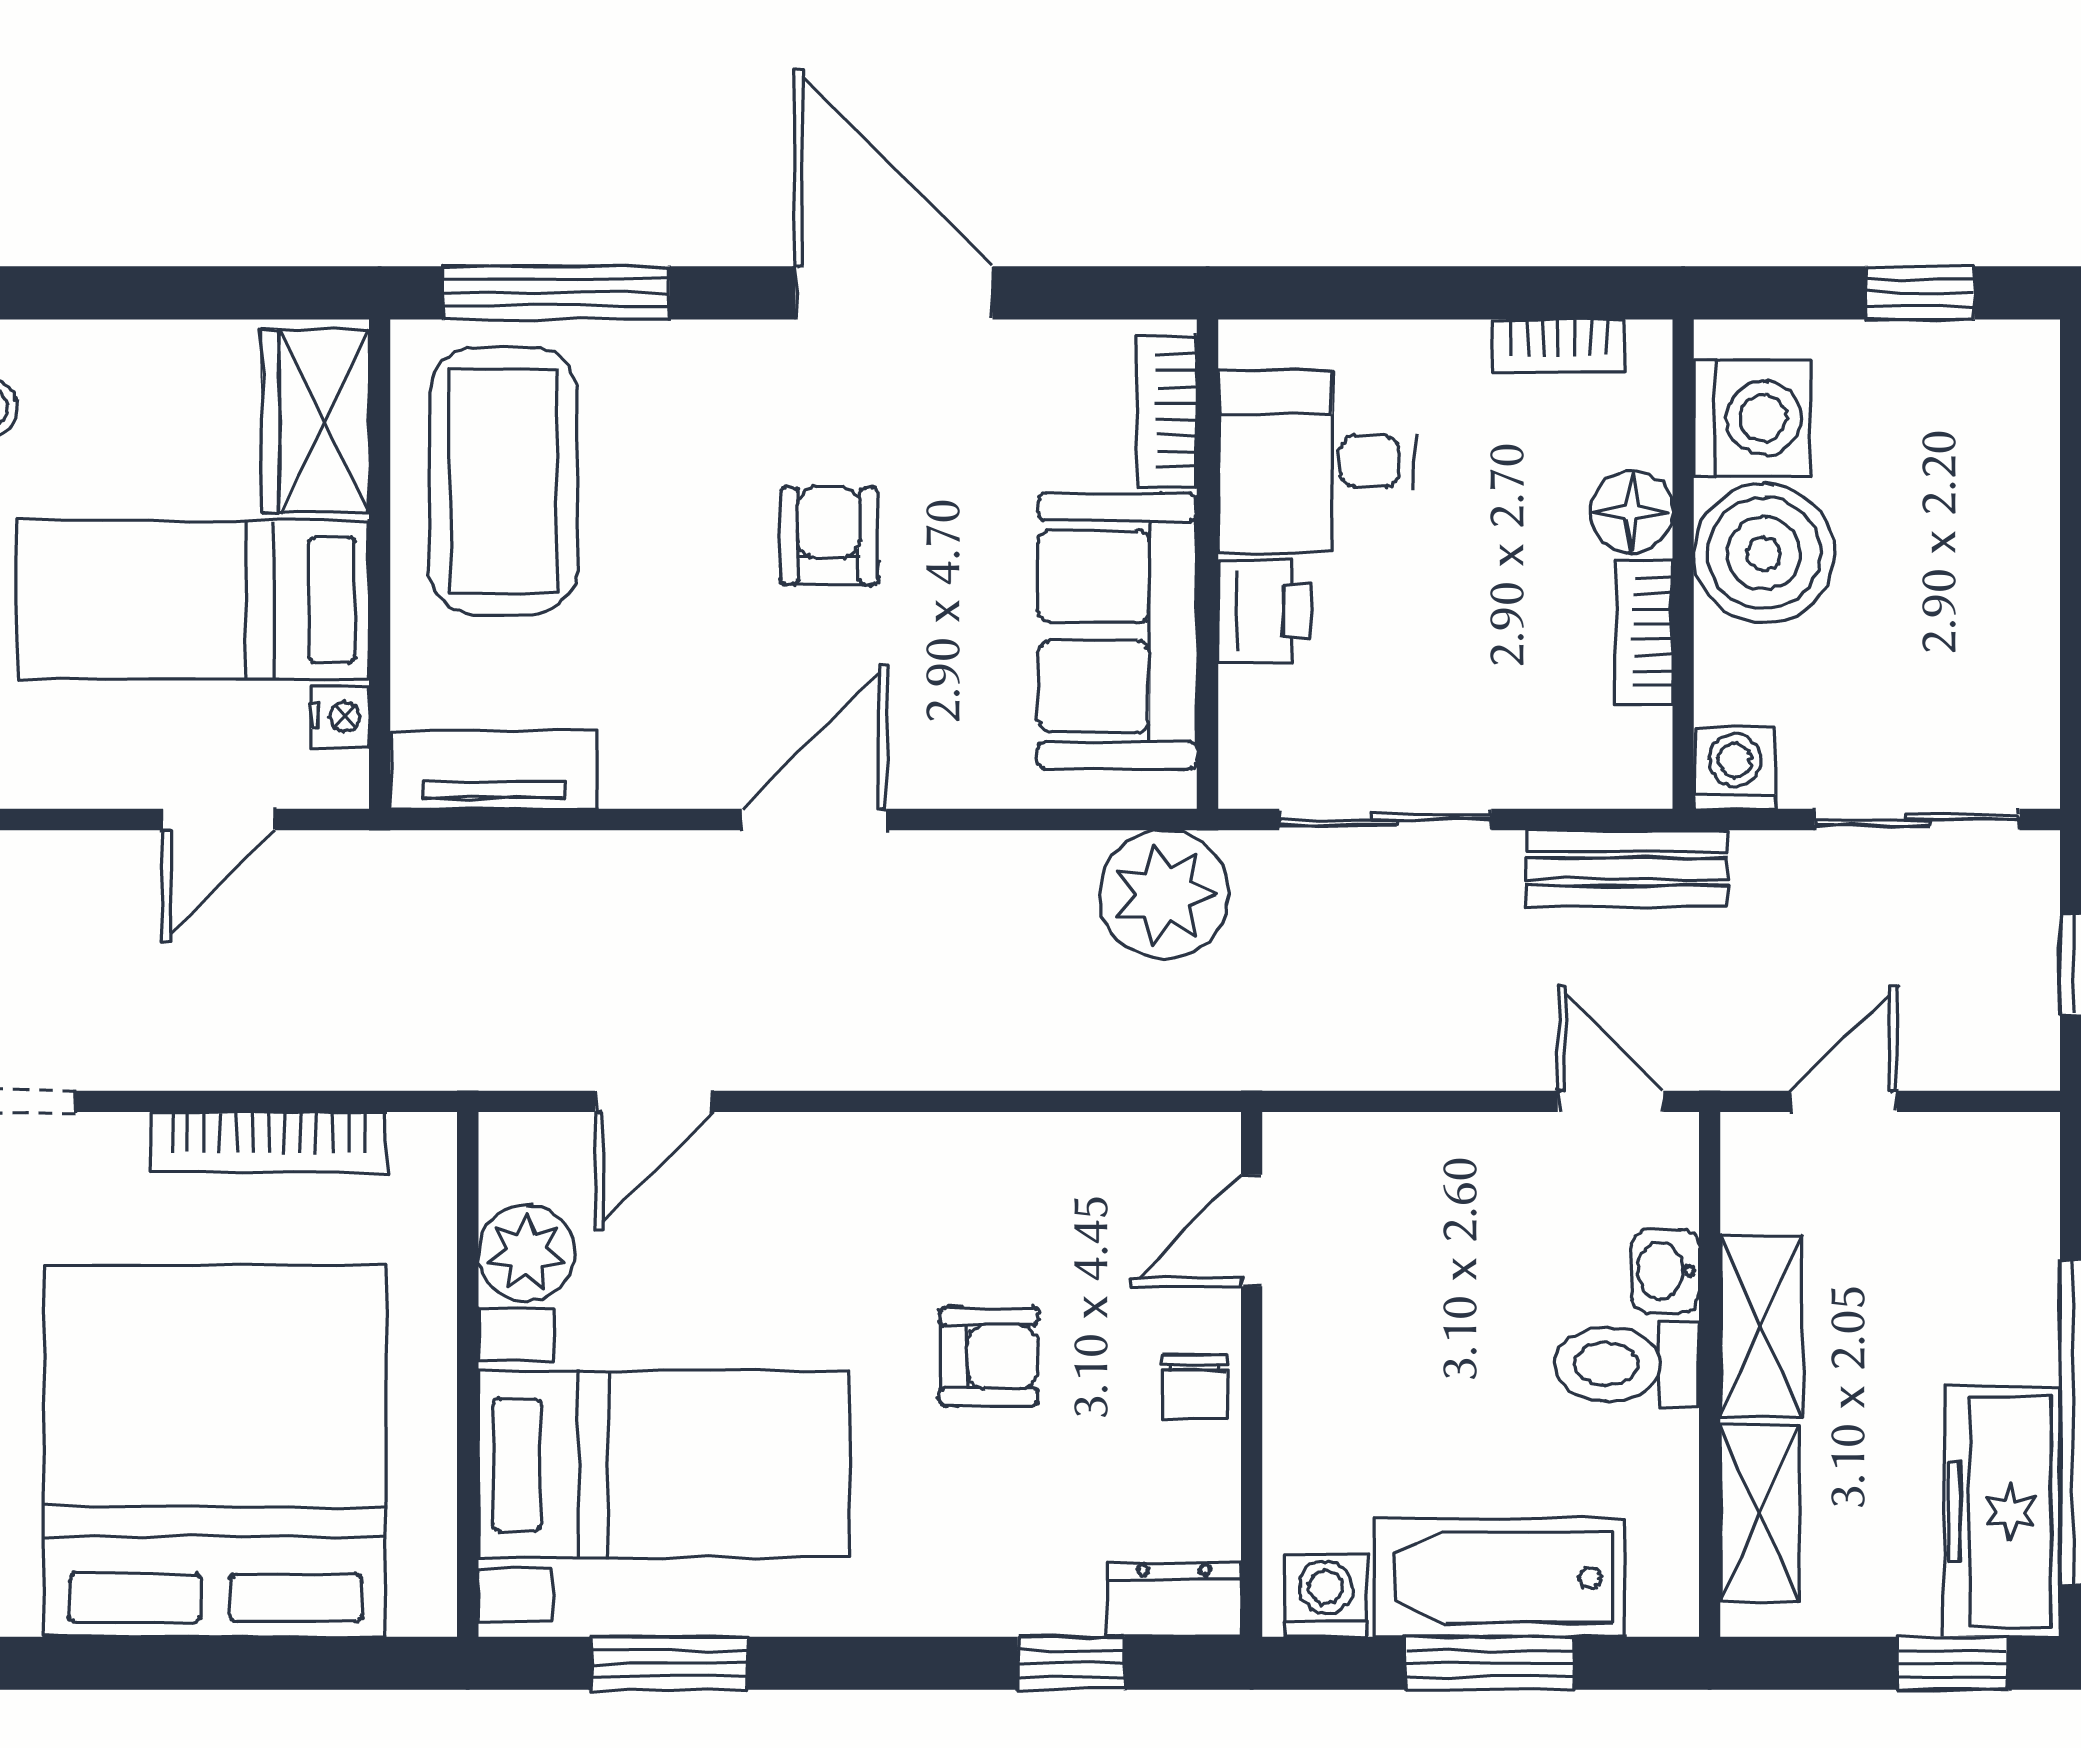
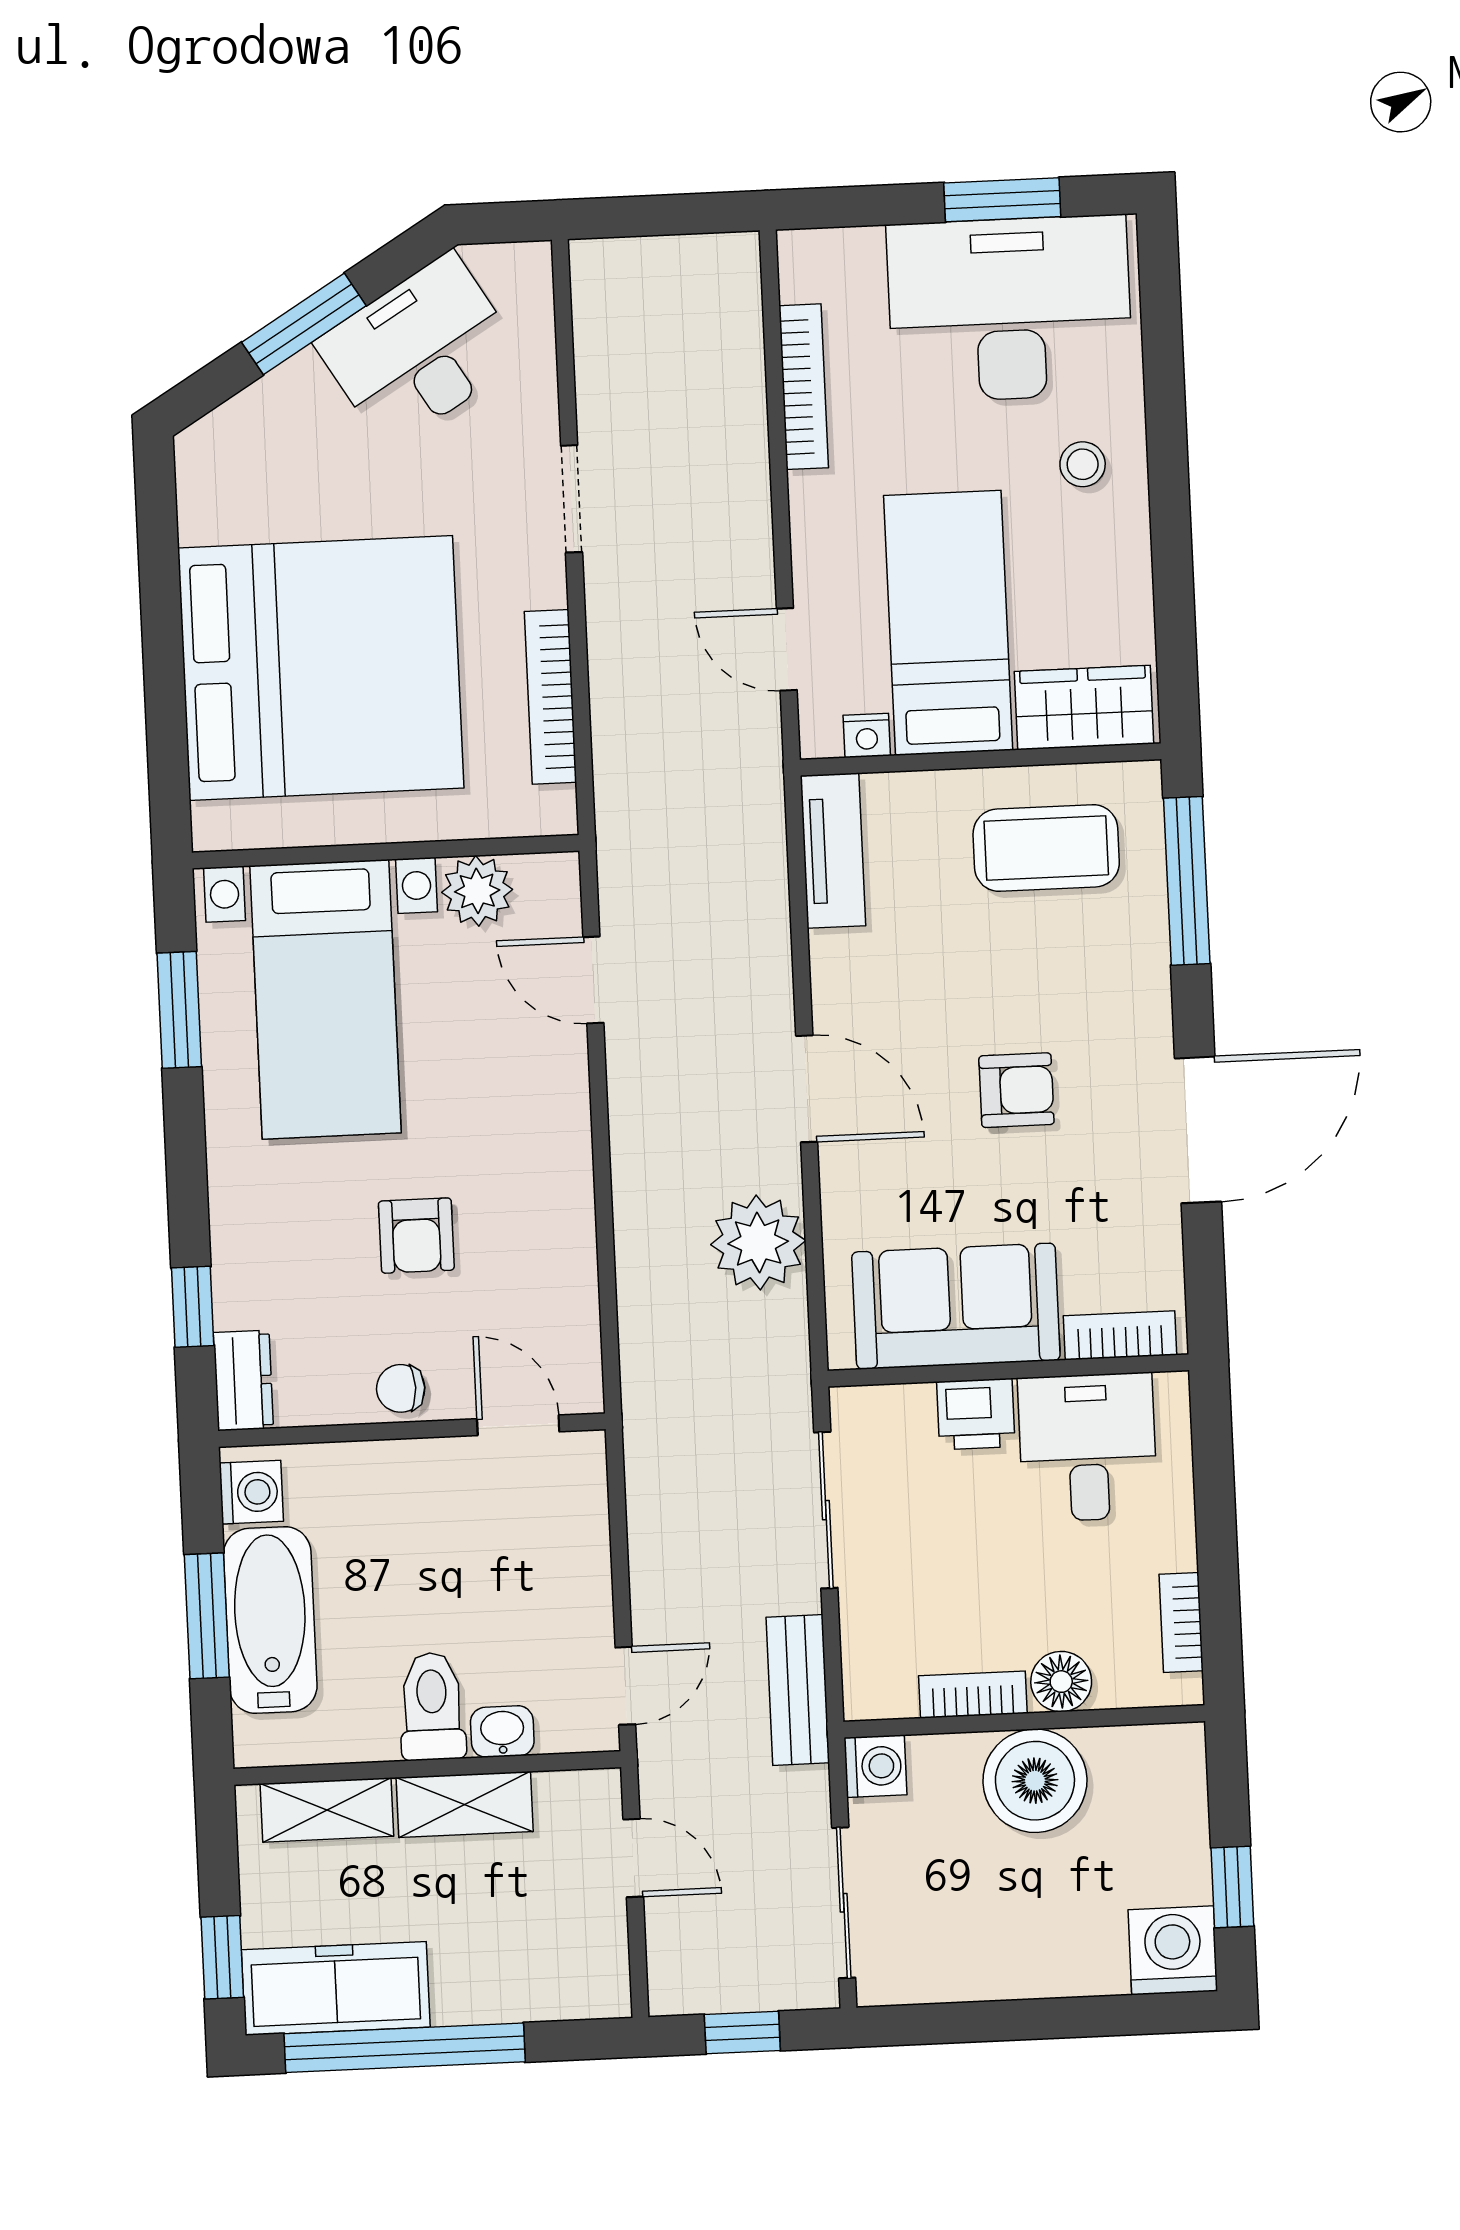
washing machine: (1752, 418) -> (1173, 1950), moved, turned 180
coffee table: (503, 481) -> (1046, 848), width x0.73, depth x0.76
plant: (1164, 895) -> (758, 1243), moved

